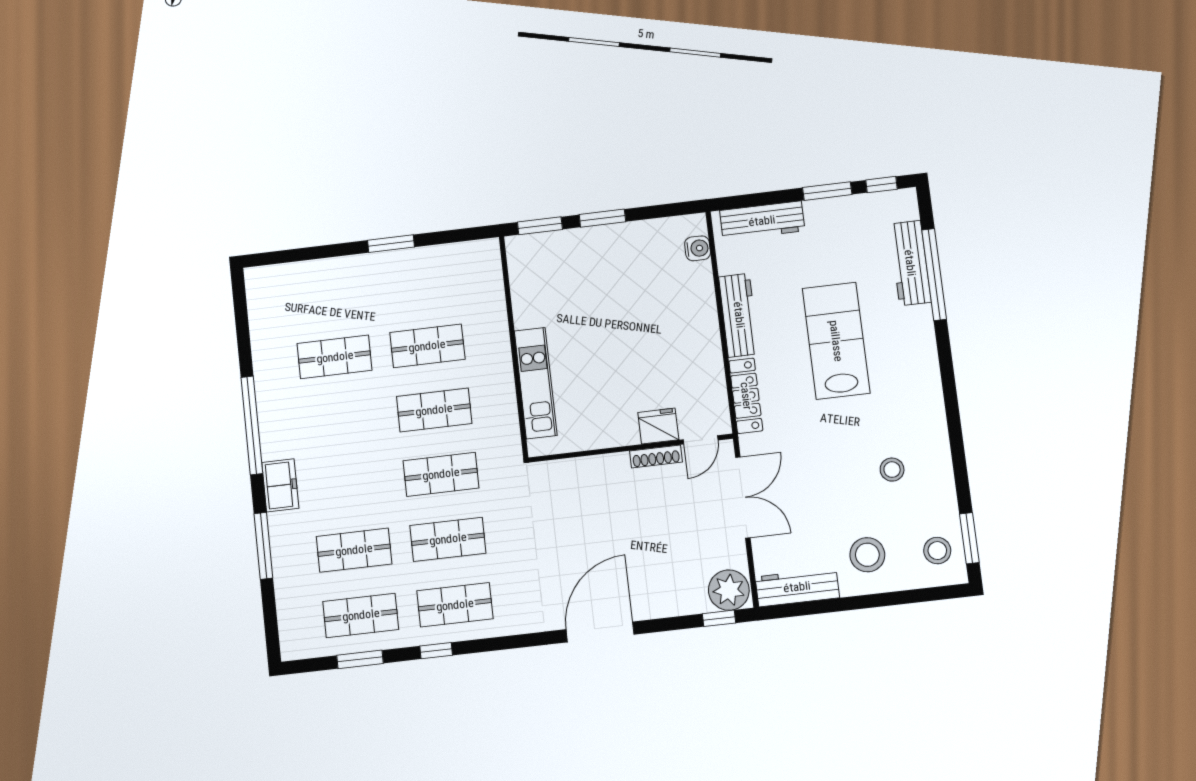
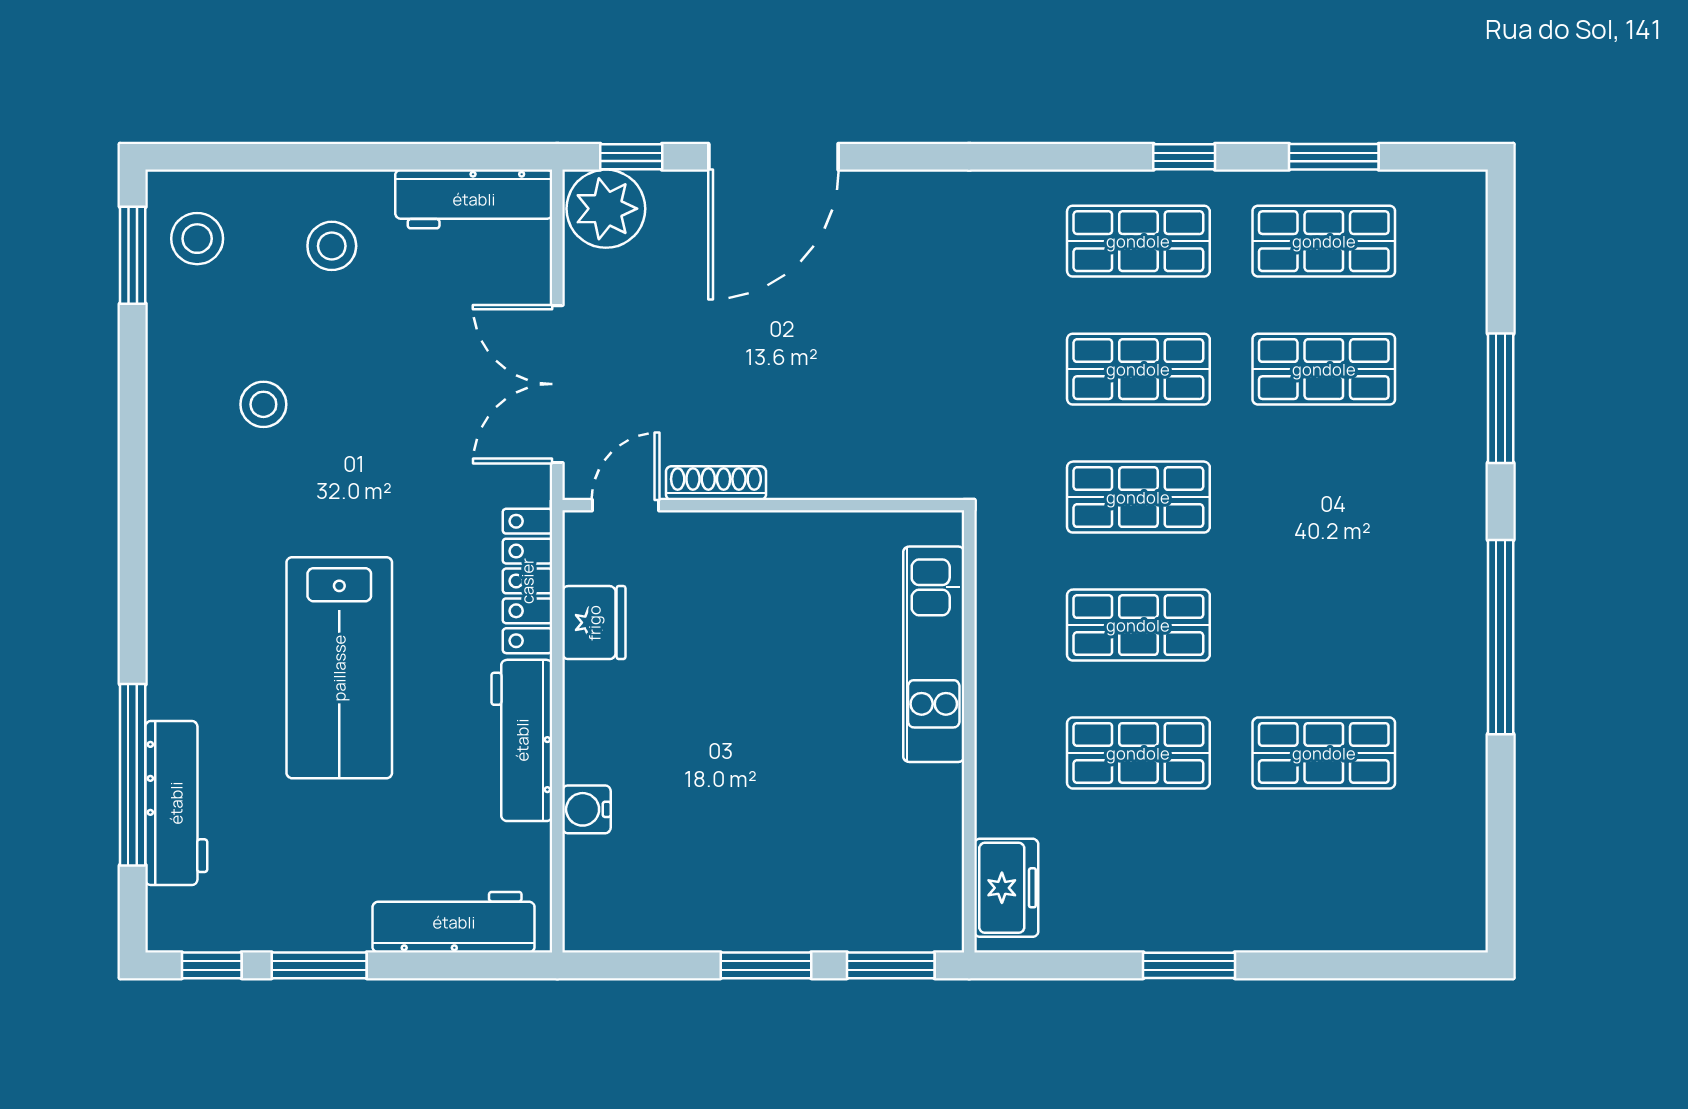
water cooler: (698, 248) -> (586, 809), moved
fridge: (658, 426) -> (594, 623), moved, turned -90
freezer: (280, 485) -> (1006, 888), moved, turned 180
stool: (867, 555) -> (332, 246), width x0.73, depth x0.73
door: (600, 632) -> (773, 157), moved

